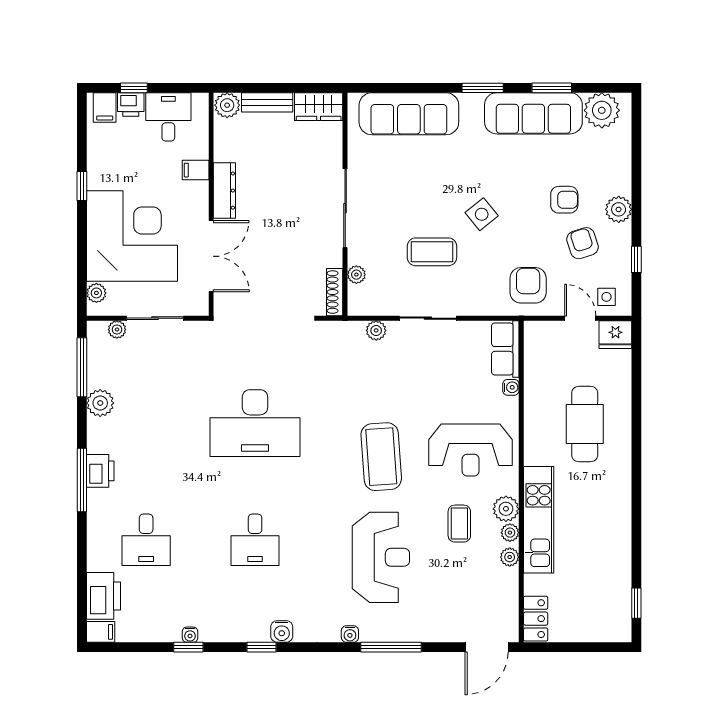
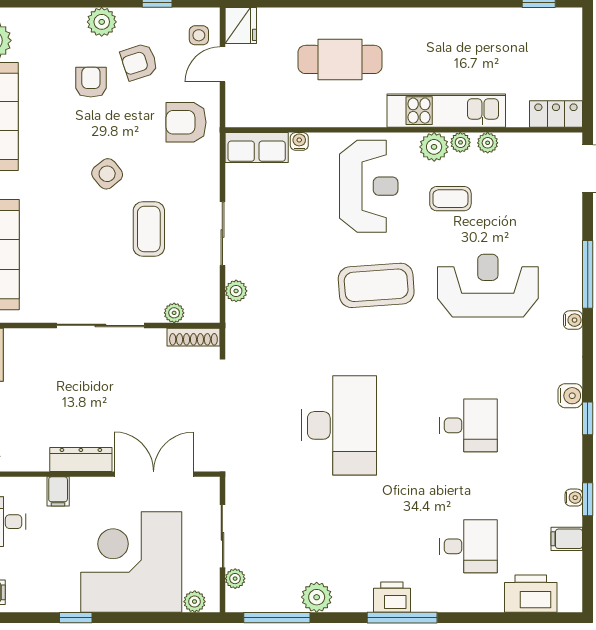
filing cabinet: (101, 632) -> (567, 539), moved, turned -90

